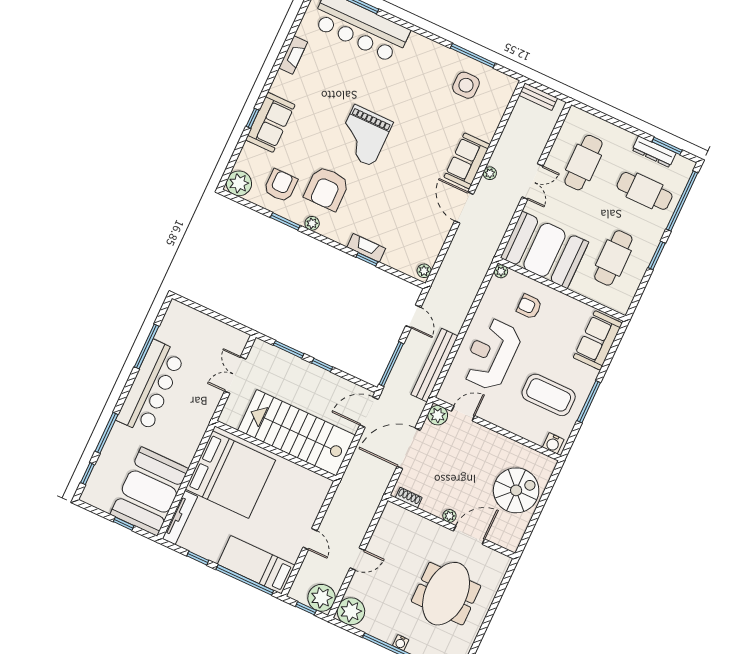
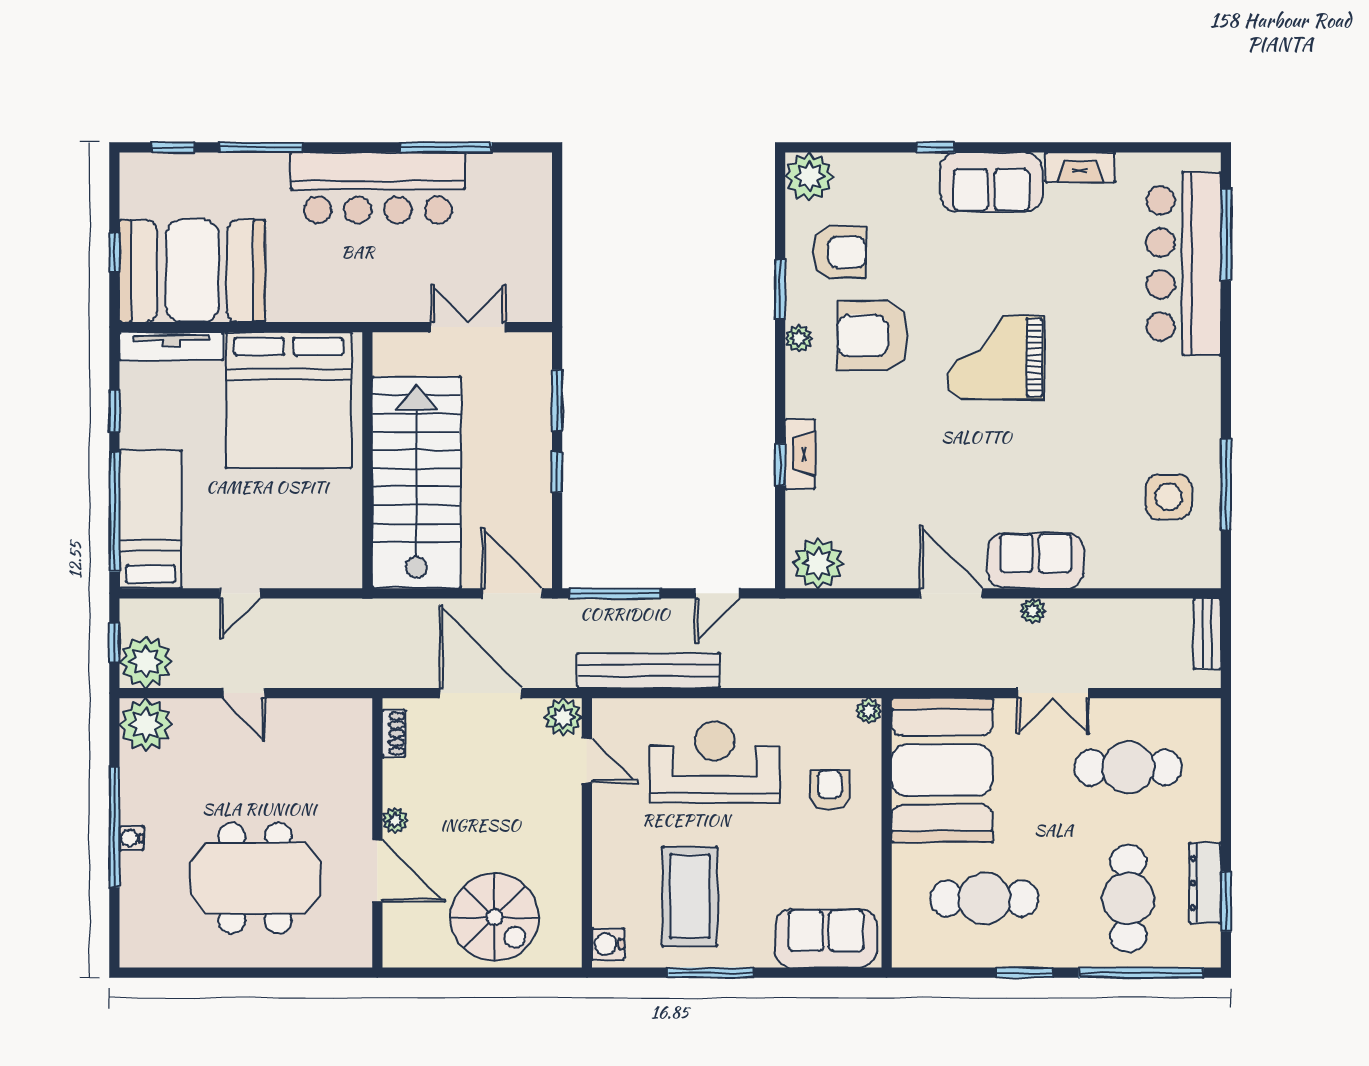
sofa: (270, 122) -> (991, 182), moved
door: (464, 208) -> (951, 593), hinge flipped
plant: (424, 271) -> (818, 563), width x1.87, depth x1.87

